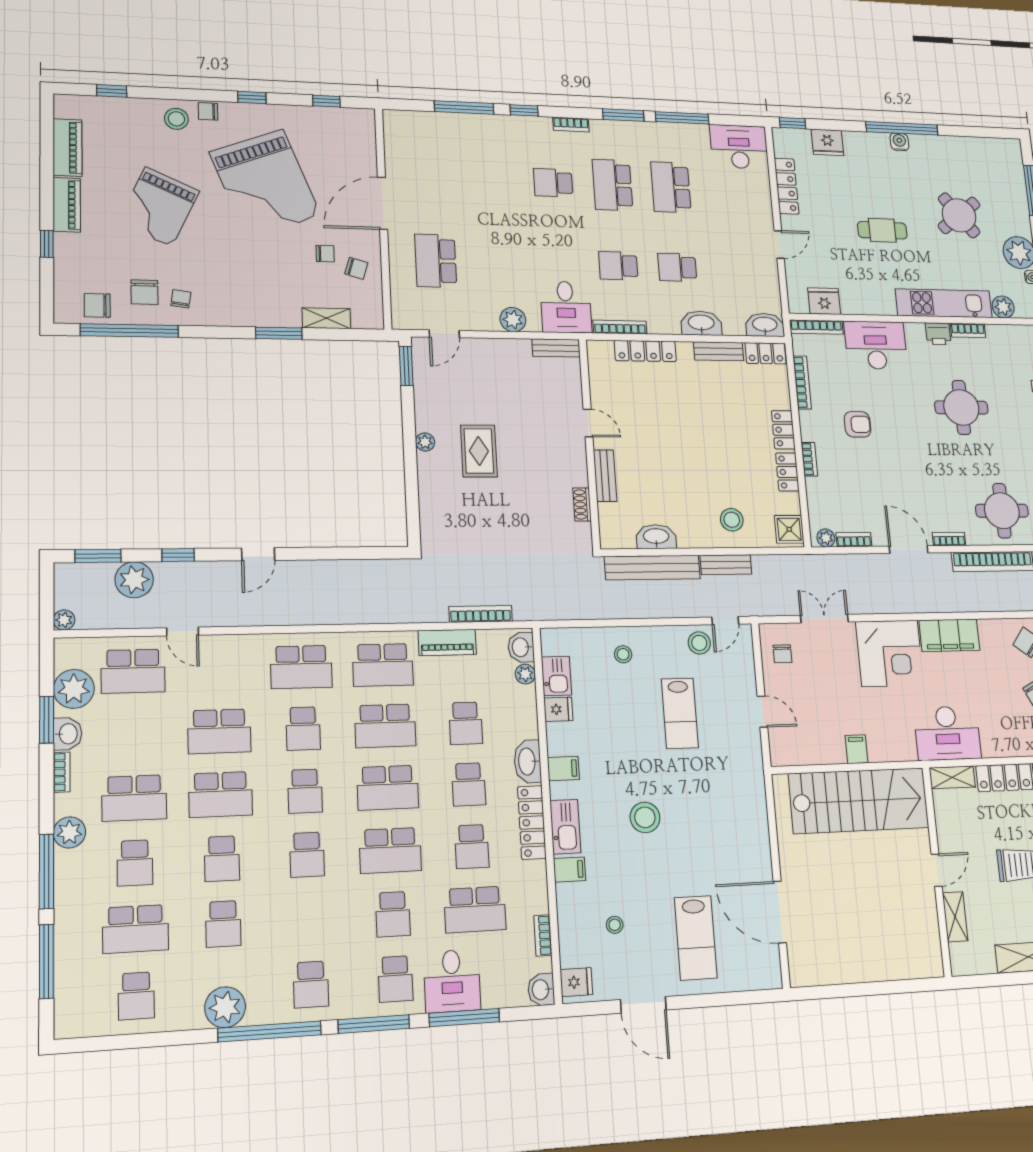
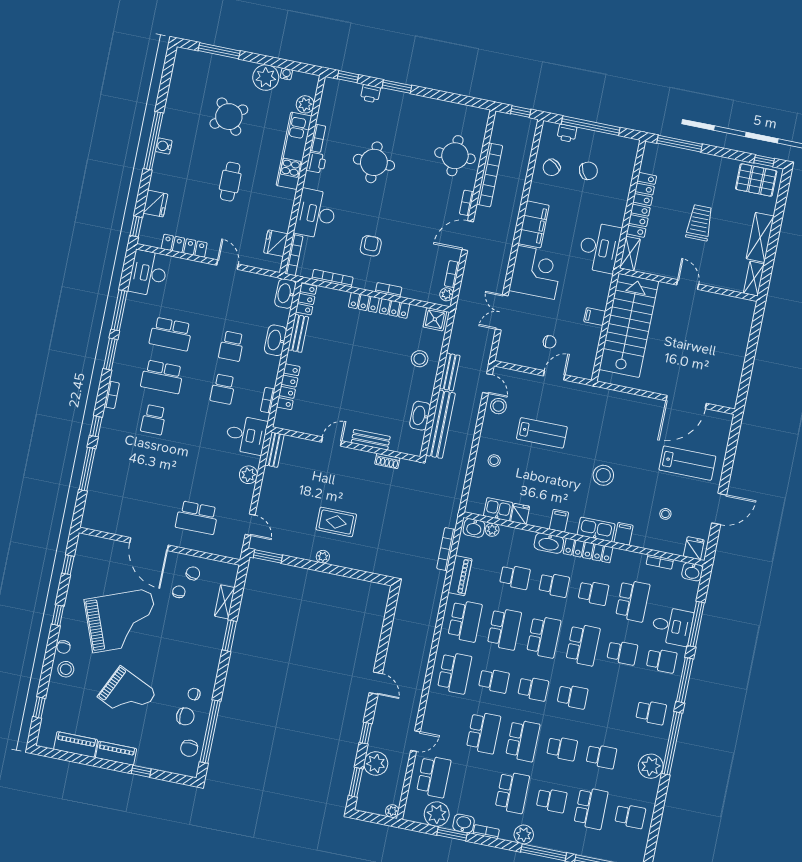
bookcase: (620, 327) -> (268, 400), width x0.64
chair: (782, 654) -> (550, 342), moved
shelving: (955, 917) -> (754, 279), moved, turned 90

